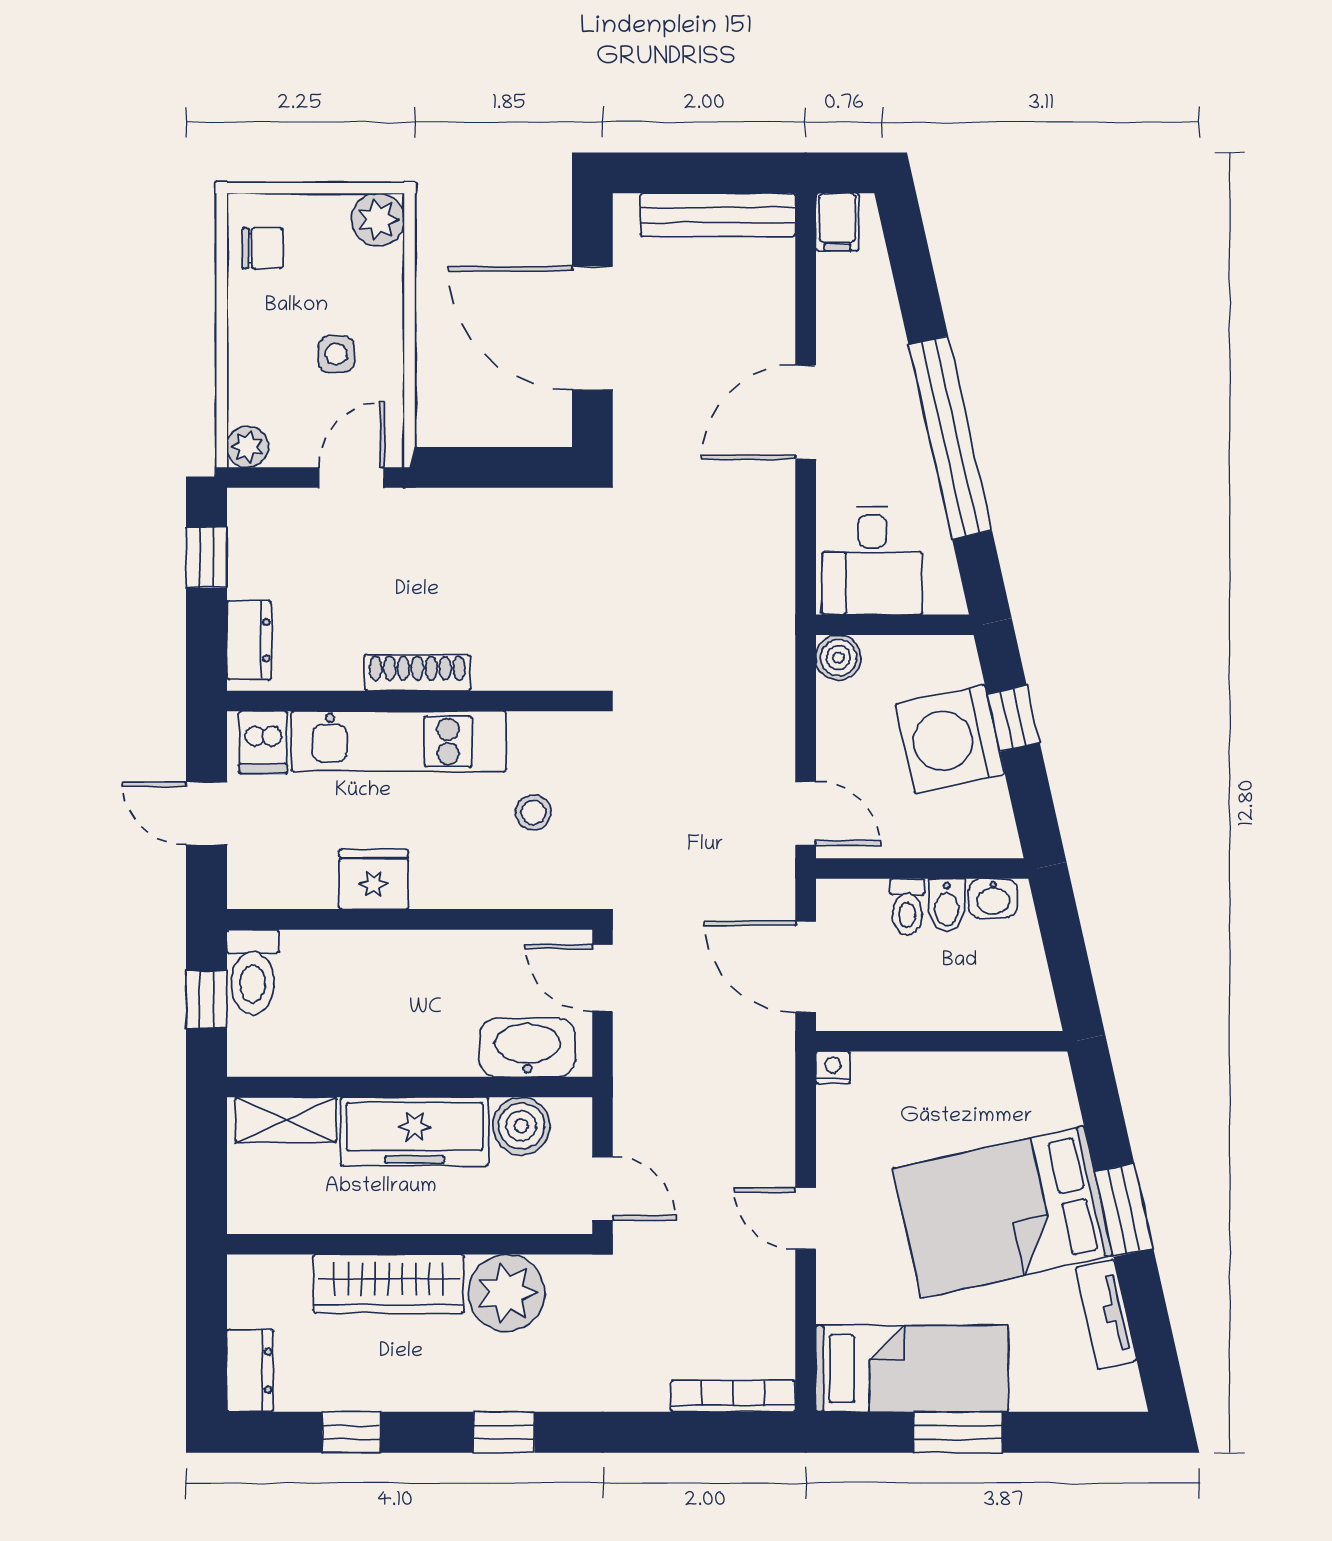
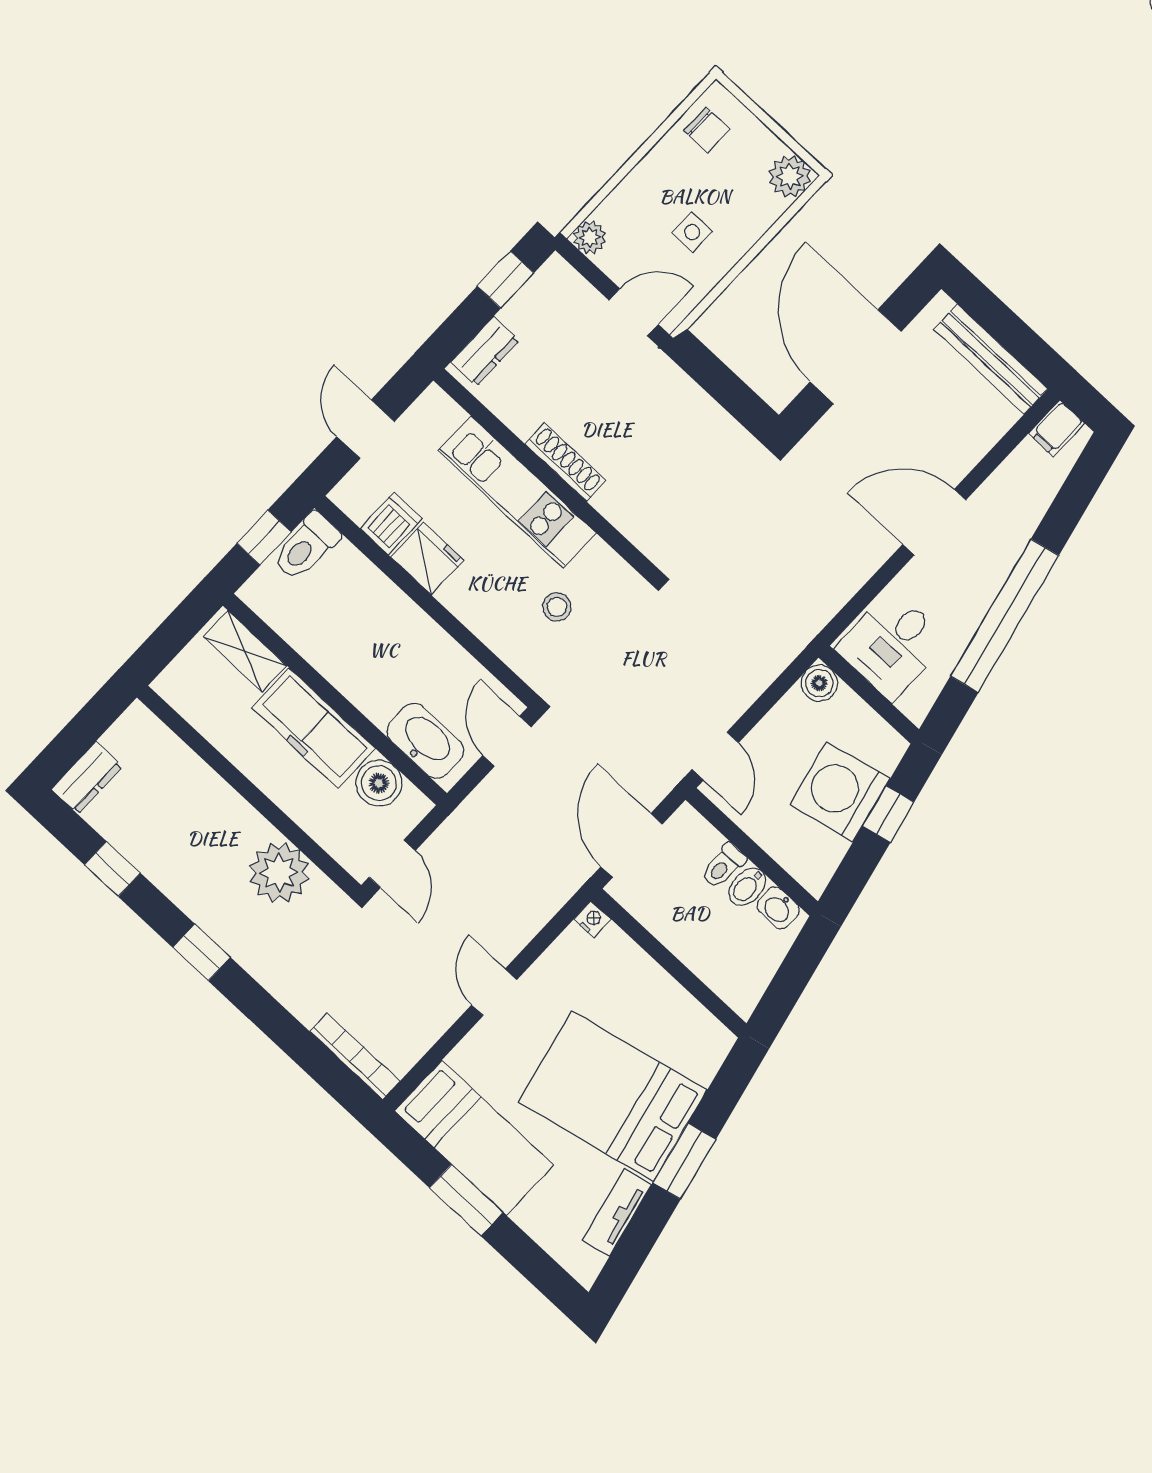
dishwasher: (263, 742) -> (391, 524), moved, turned 180
wardrobe: (389, 1284) -> (215, 803), removed

